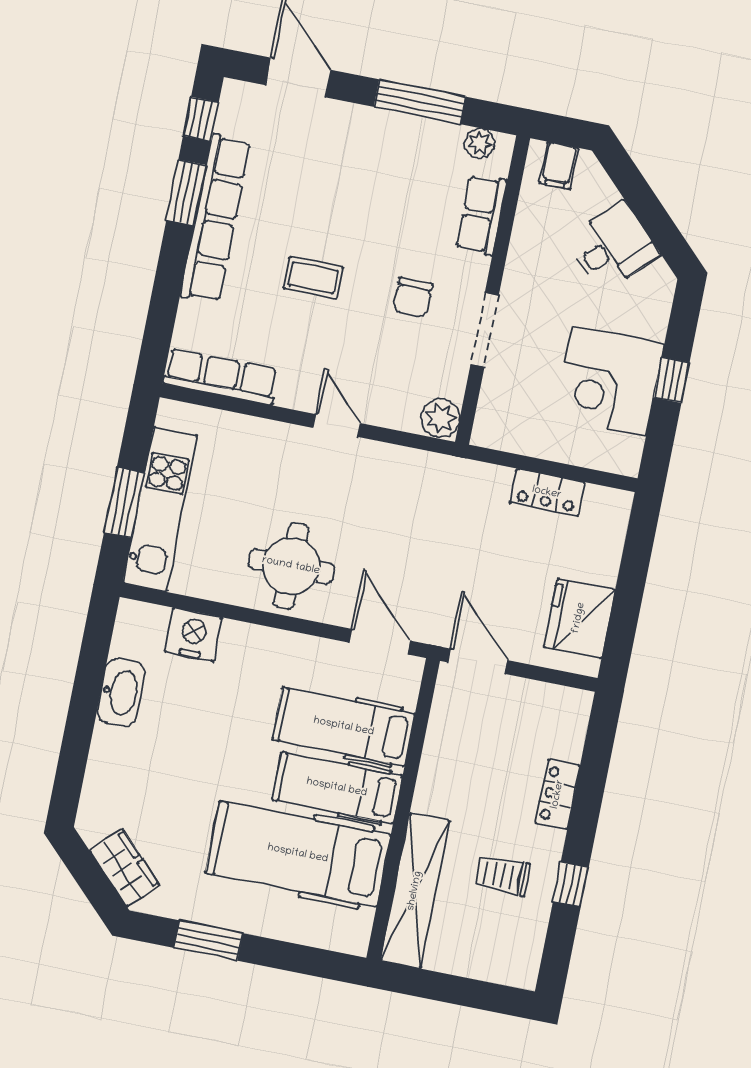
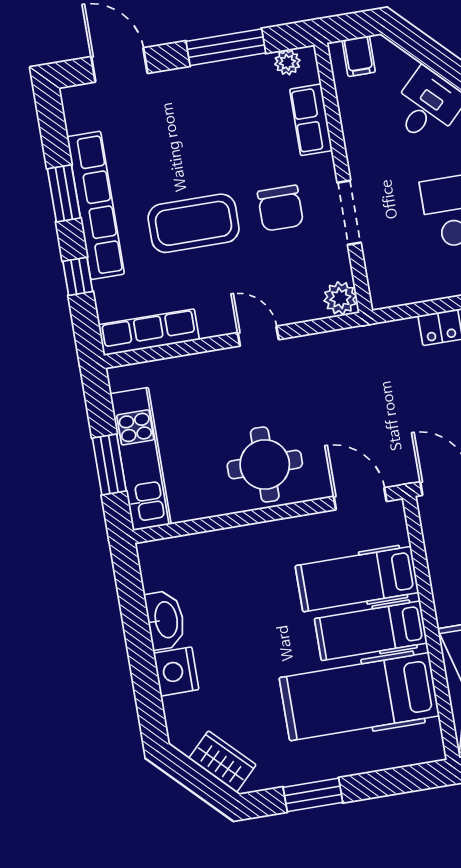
window: (201, 119) -> (78, 276), moved
coffee table: (313, 278) -> (194, 223), width x1.86, depth x1.72
chair: (413, 297) -> (280, 208), width x1.37, depth x1.37
nightstand: (193, 635) -> (176, 671), moved, turned -90

